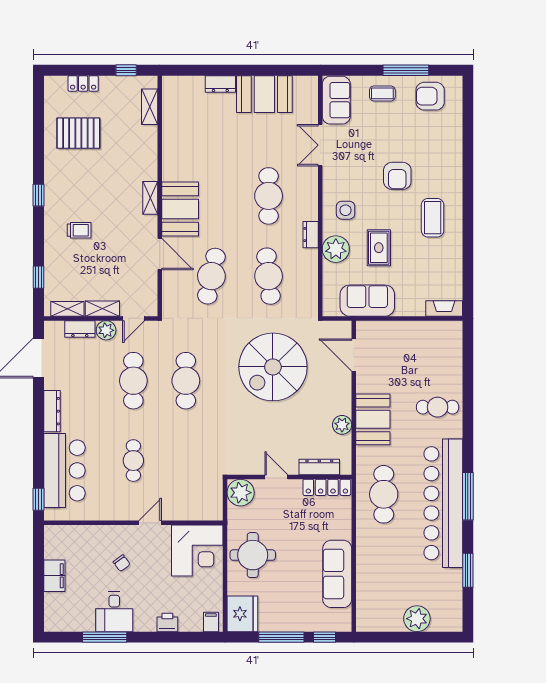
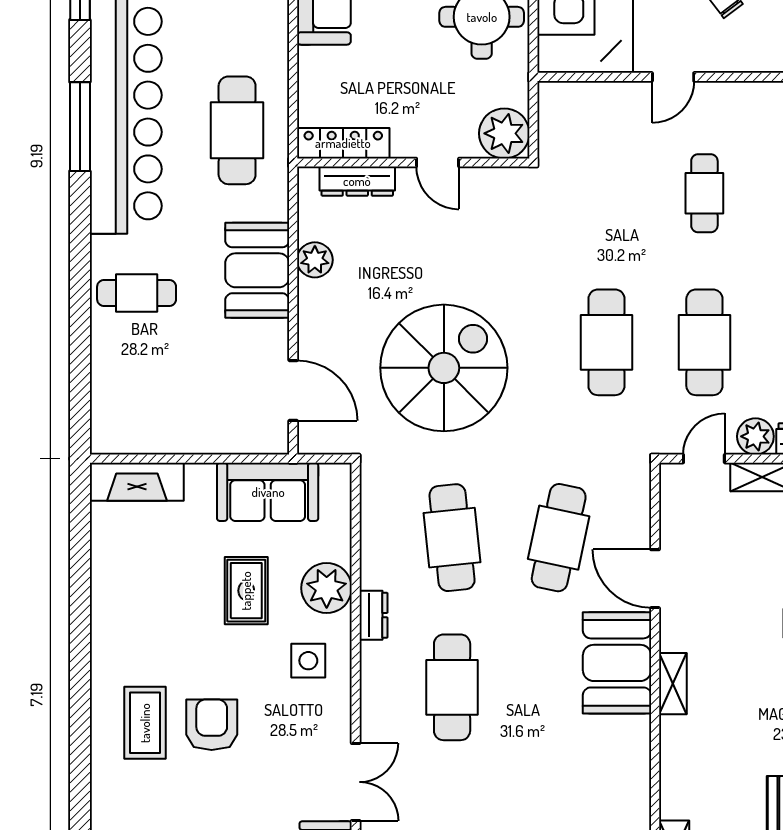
coffee table: (433, 218) -> (145, 723), moved
fireplace: (444, 308) -> (137, 482), width x1.37, depth x1.32

